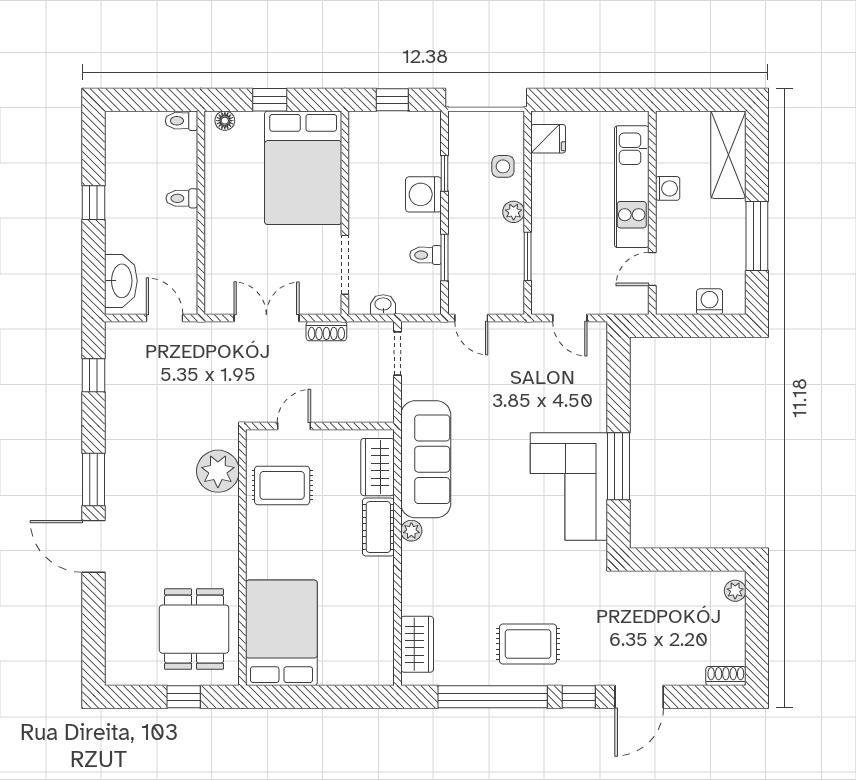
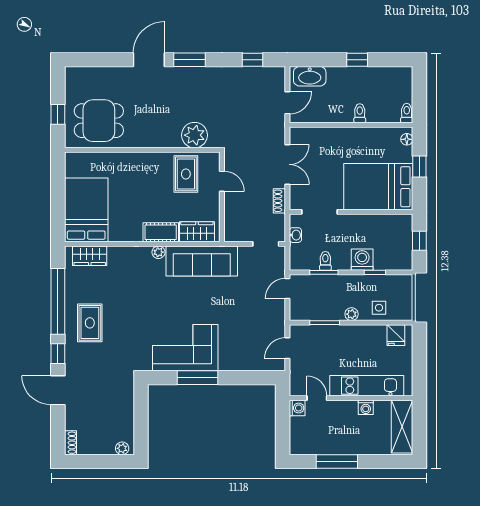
shelving: (728, 155) -> (402, 427), moved, turned 90
washing machine: (710, 302) -> (297, 408), moved
bed: (281, 633) -> (86, 210), moved, turned -90

